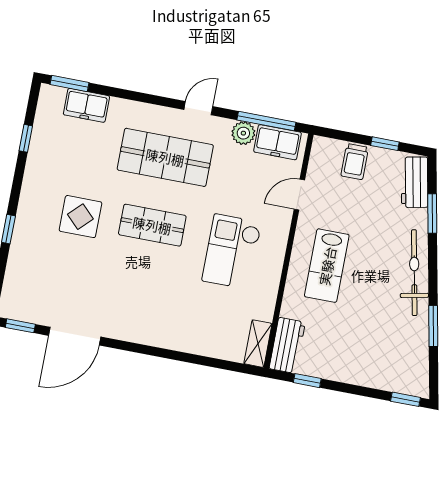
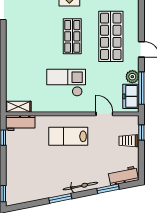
window: (385, 144) -> (141, 133), moved
bicycle: (414, 273) -> (80, 186), width x0.73, depth x0.71
window: (433, 326) -> (60, 198), moved

